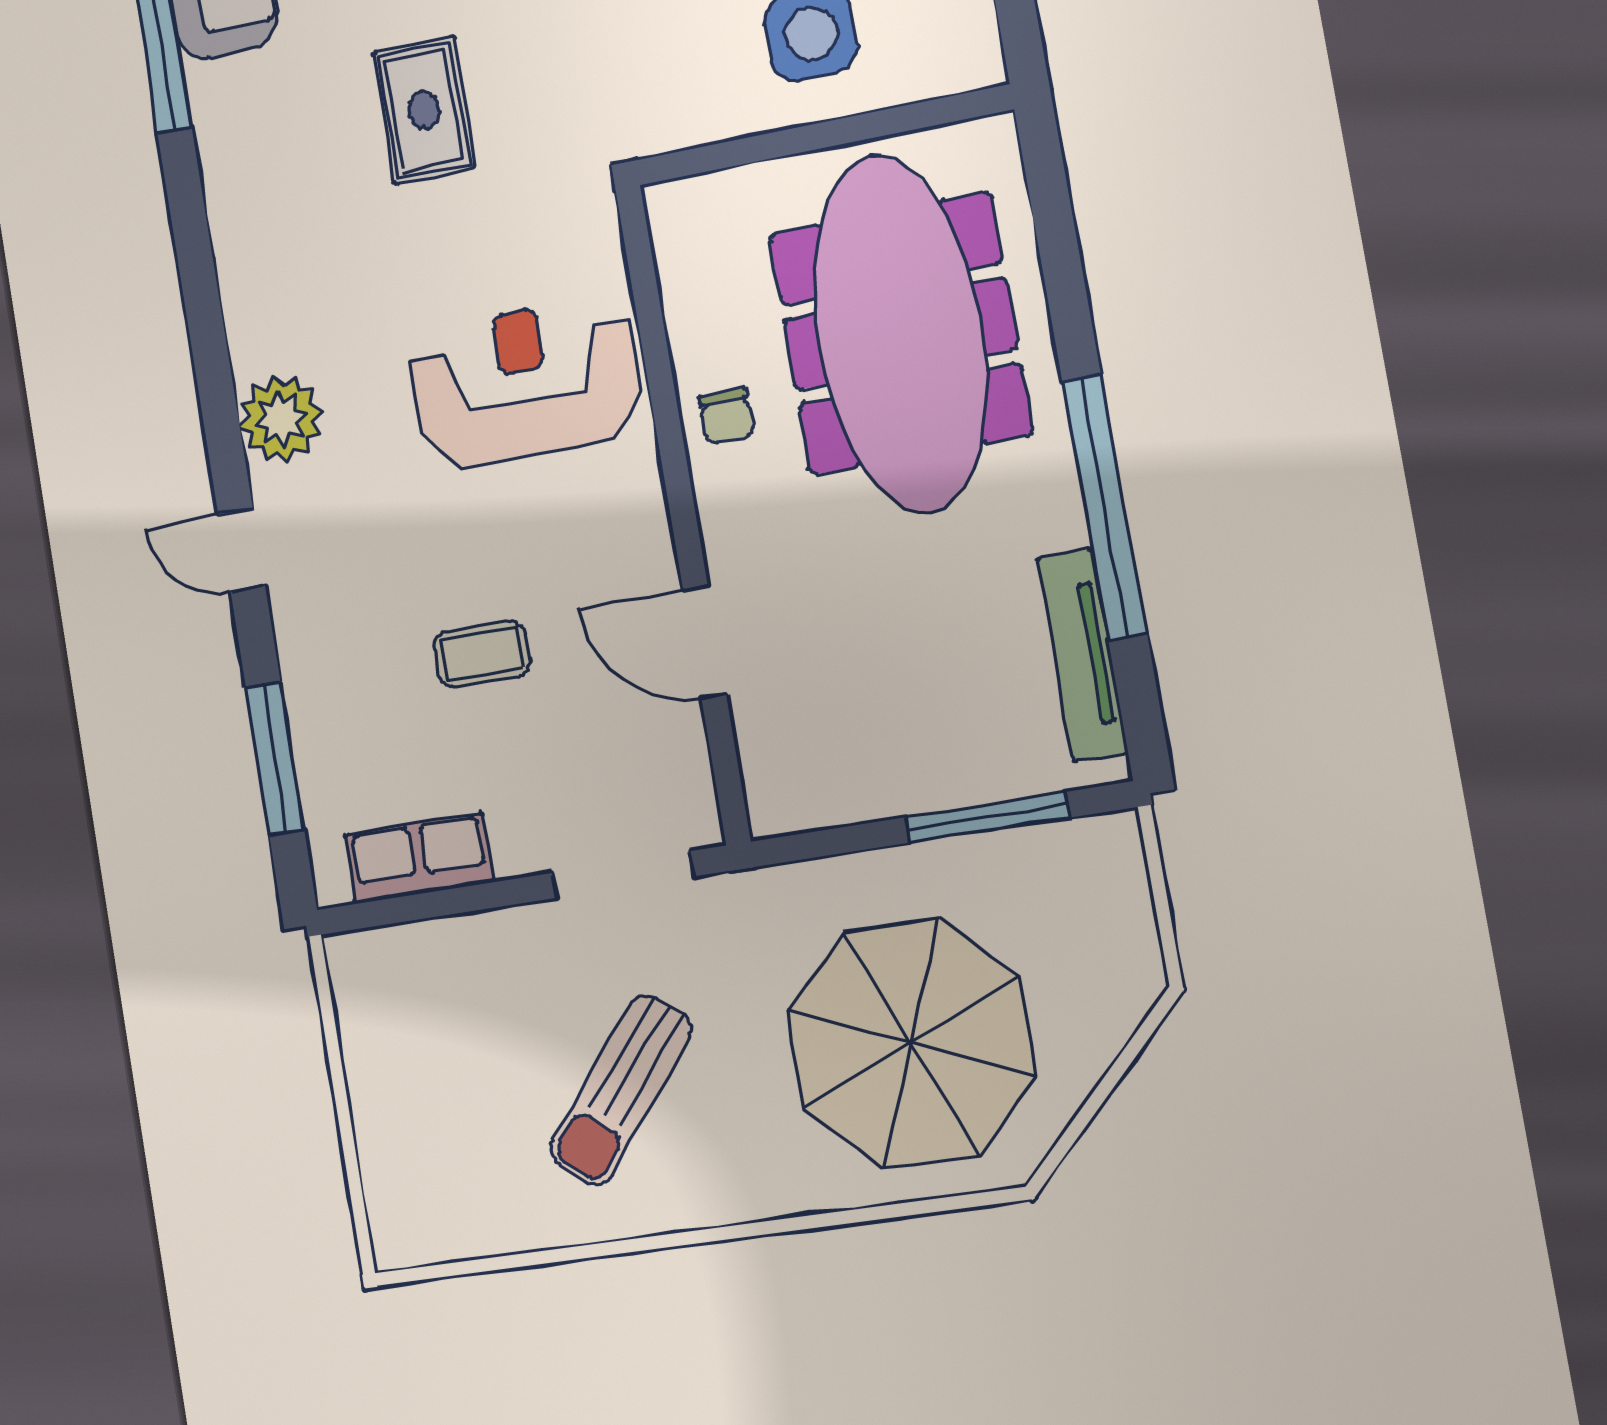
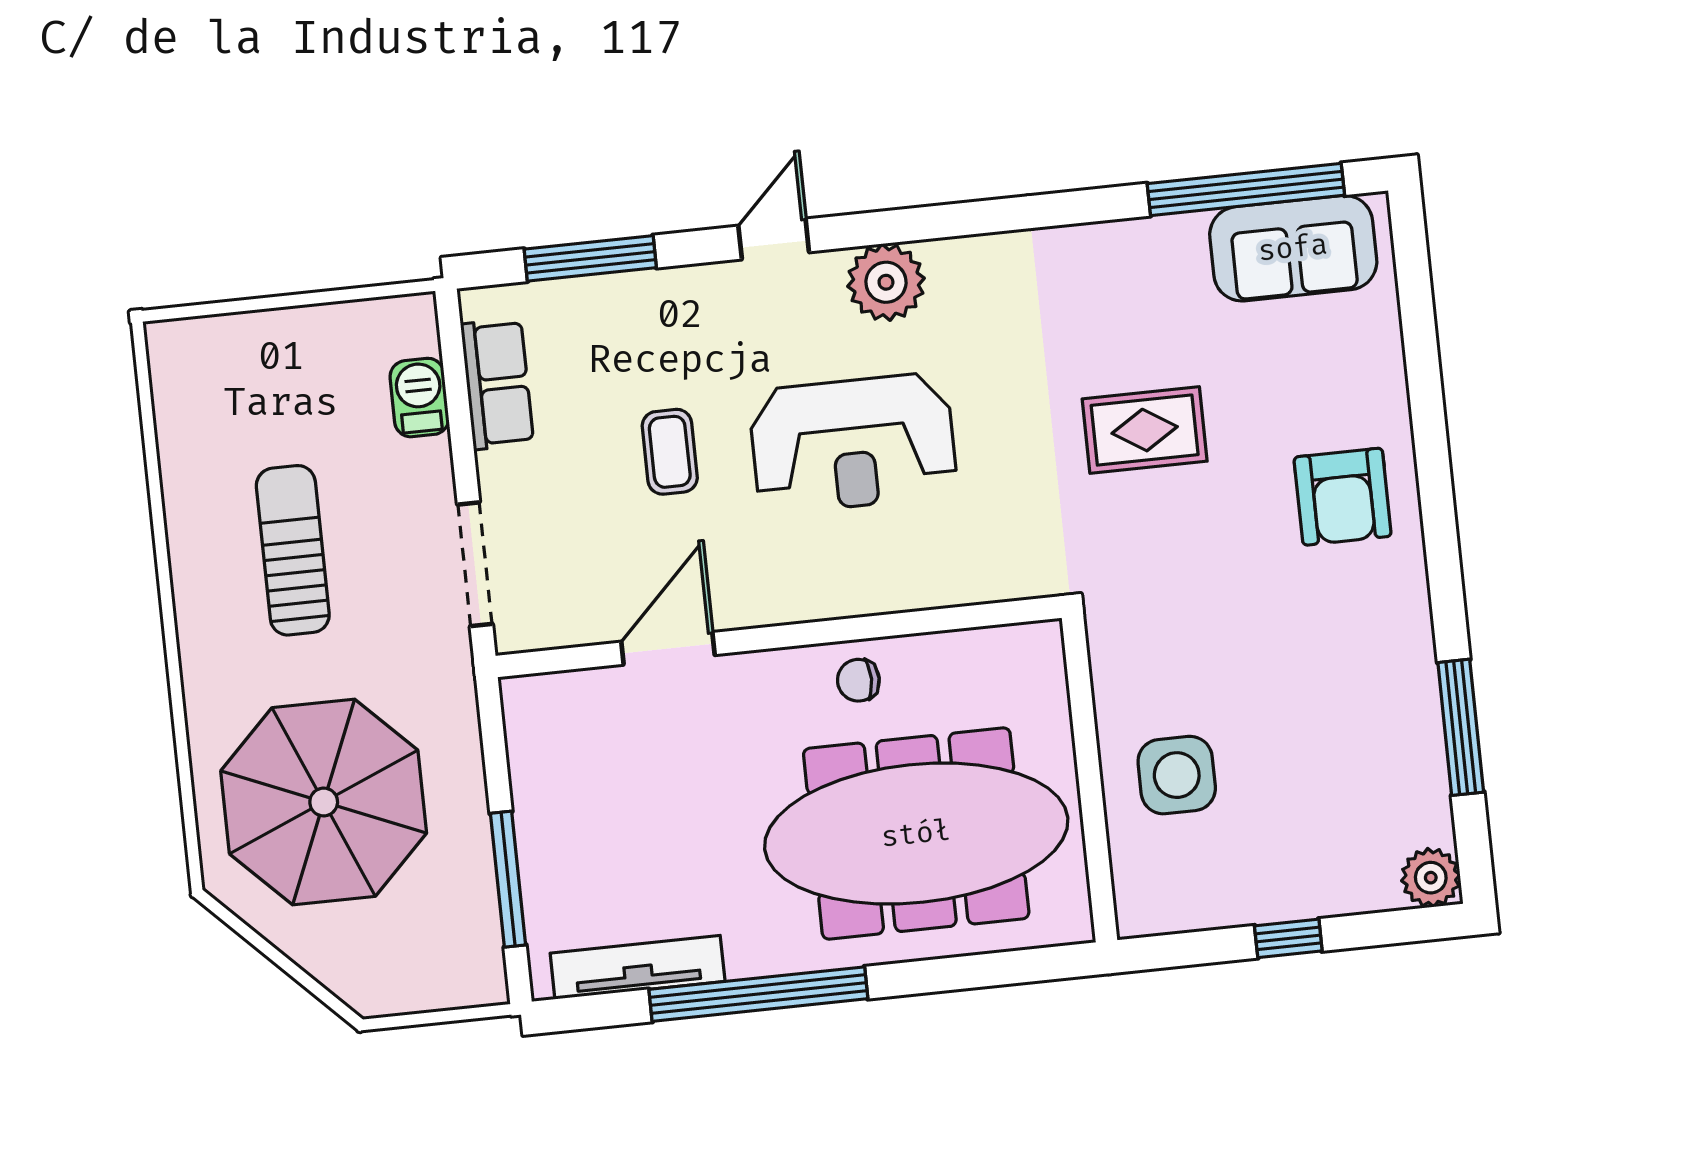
reception desk: (525, 383) -> (853, 443), moved, turned 90
barbecue: (440, 948) -> (419, 398), added
sun lounger: (621, 1090) -> (293, 550), turned 50

